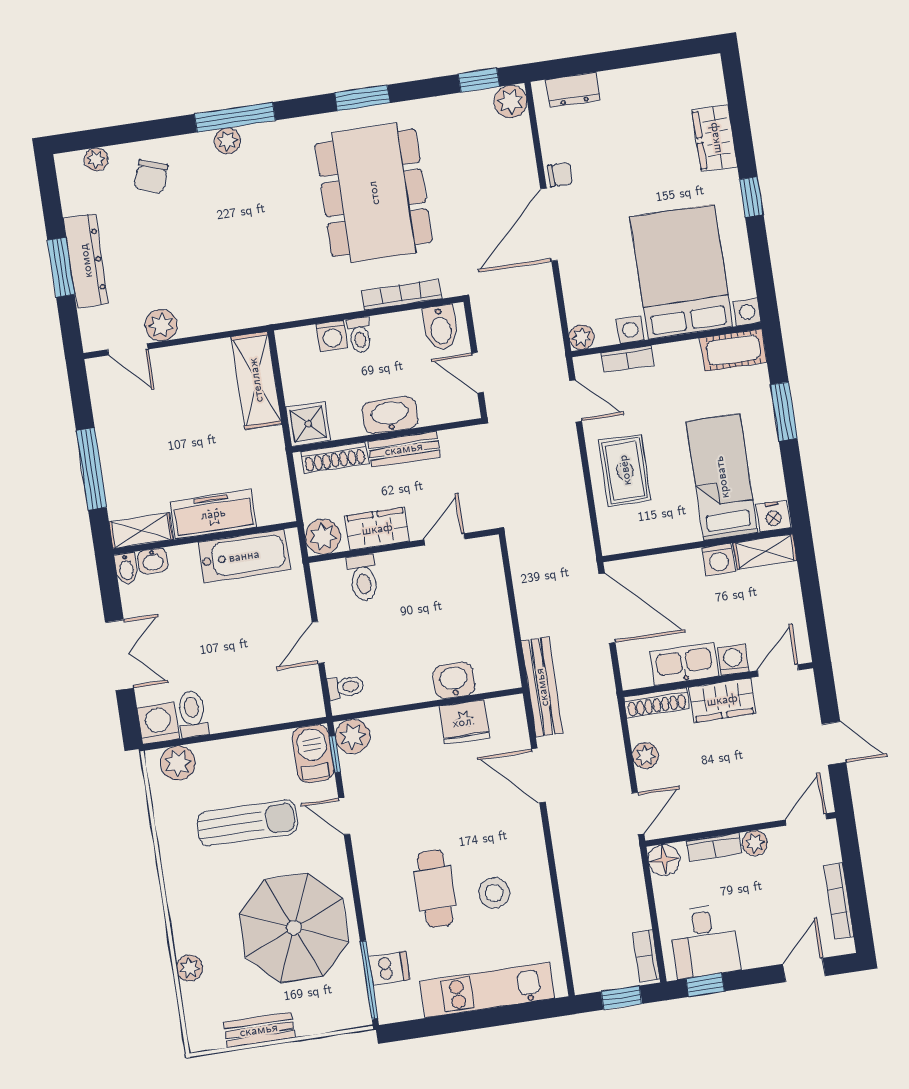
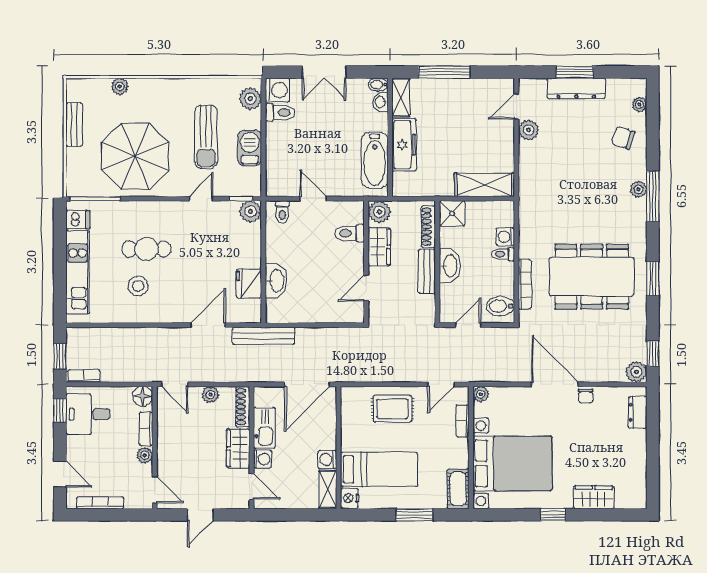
door: (444, 539) -> (366, 288), swing flipped
washbasin: (454, 680) -> (276, 281), width x1.38
barbecue: (313, 754) -> (250, 148), moved, turned -90
dishwasher: (389, 968) -> (78, 220), moved, turned -90

